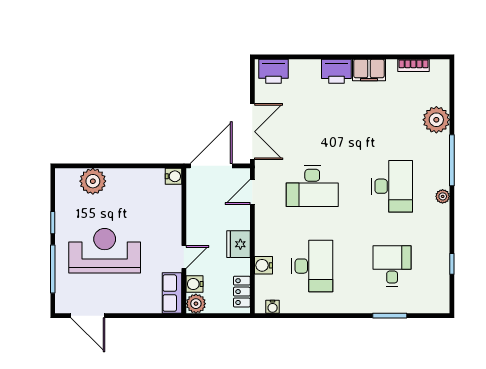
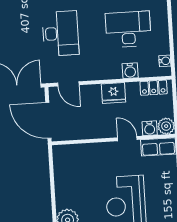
water cooler: (174, 176) -> (59, 152), removed

